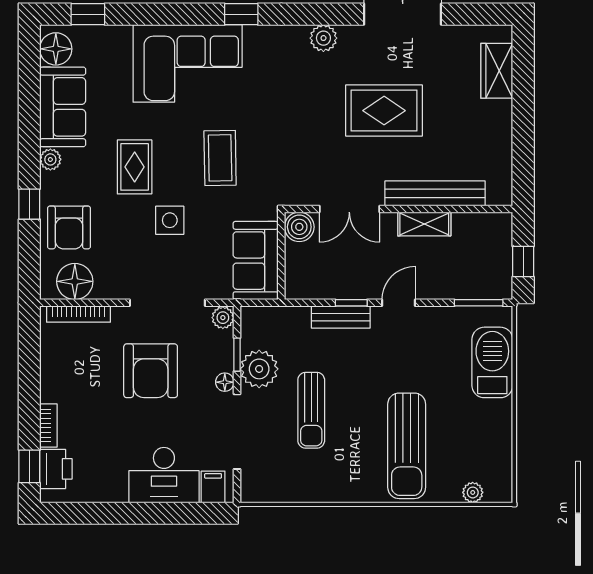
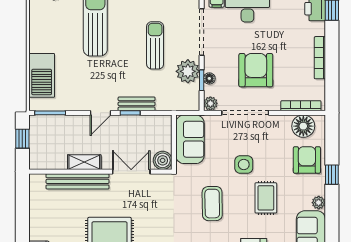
floor lamp: (225, 382) -> (209, 78), moved
bookcase: (48, 426) -> (320, 58), moved, width x1.56

